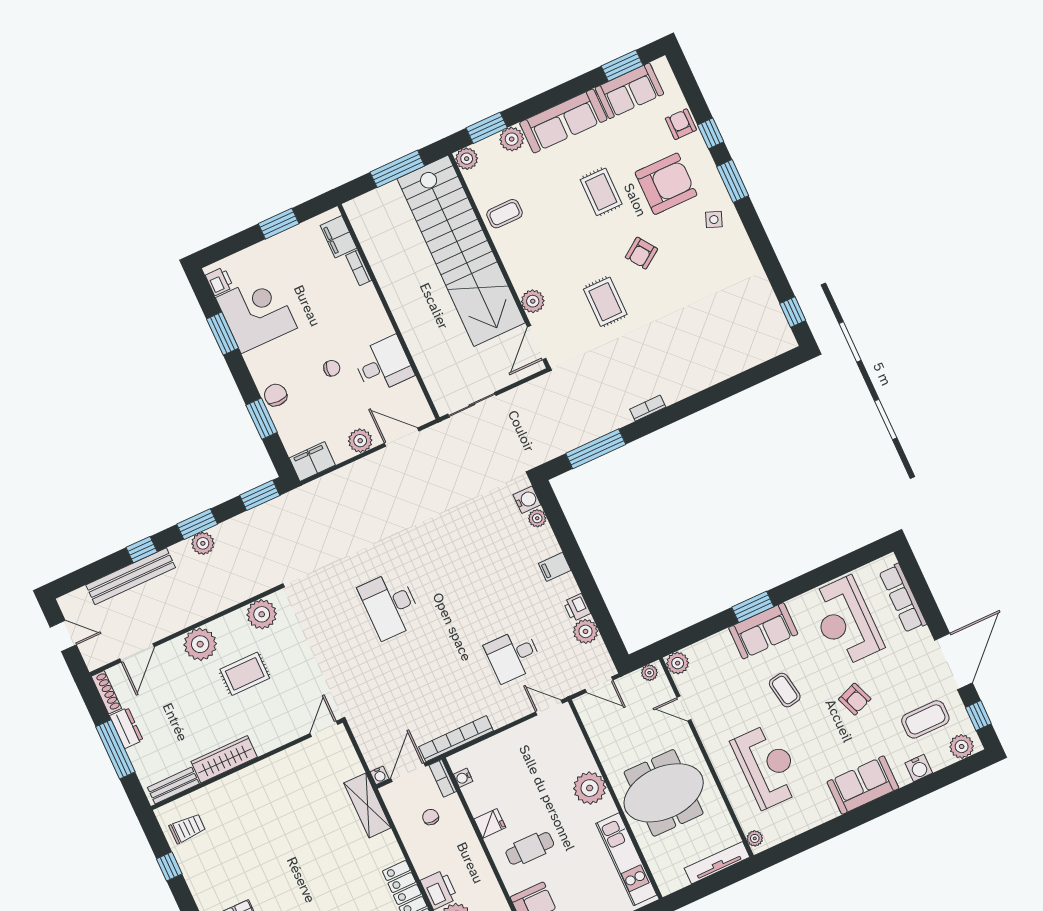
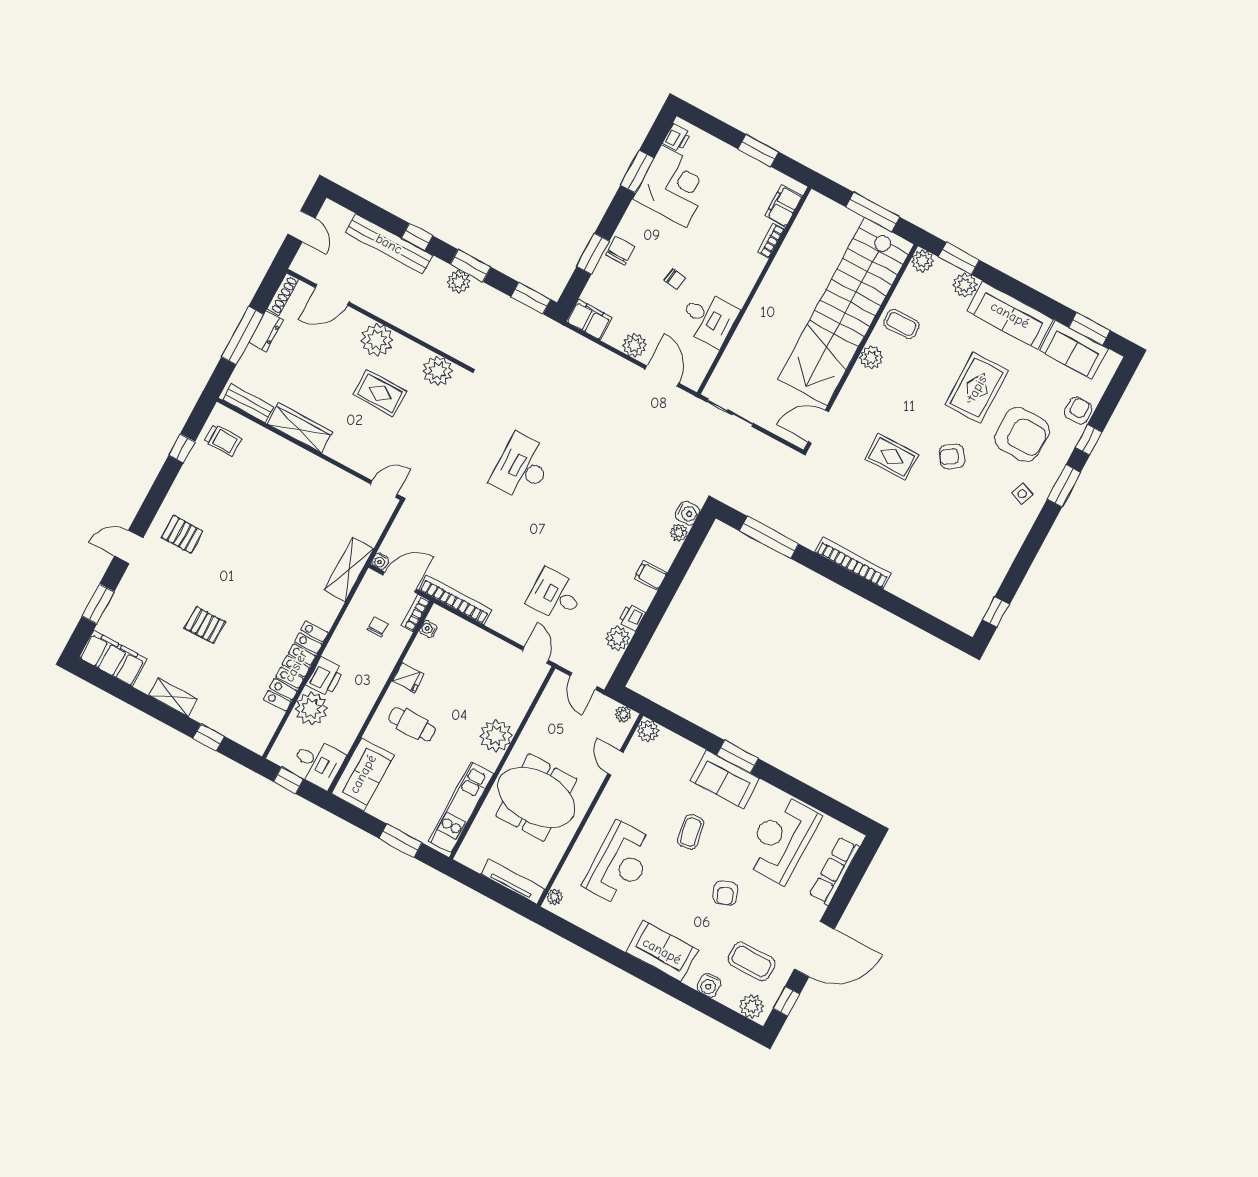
rug: (601, 192) -> (977, 388), width x1.36, depth x1.43
plant: (533, 301) -> (871, 358), moved
rug: (605, 302) -> (892, 457), turned 90
bookcase: (648, 408) -> (853, 563), width x2.31, depth x1.31

